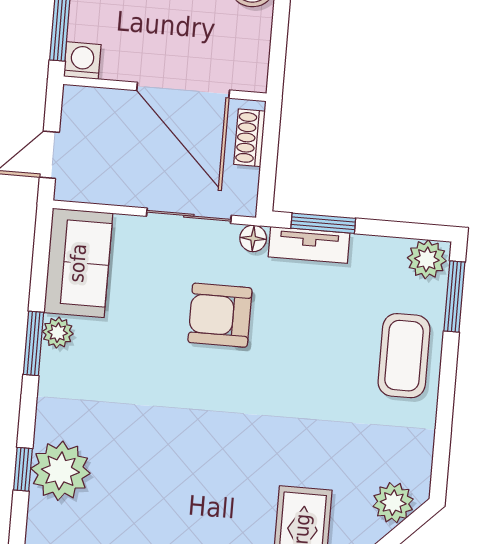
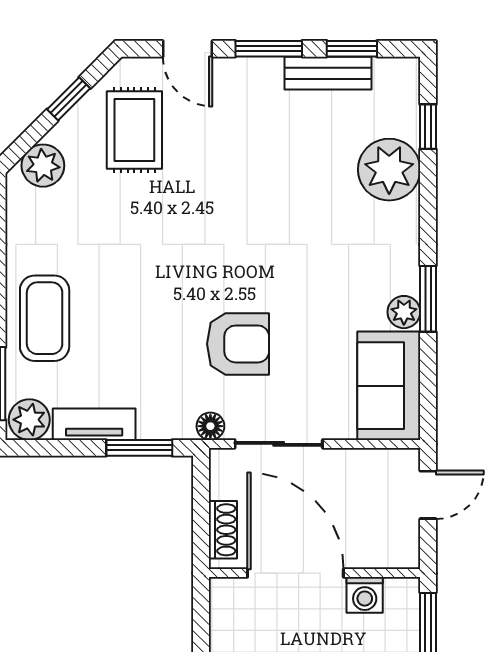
washing machine: (82, 60) -> (365, 595), moved
tv unit: (309, 245) -> (94, 424), moved
window: (23, 469) -> (428, 127), moved

